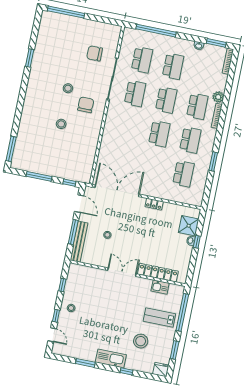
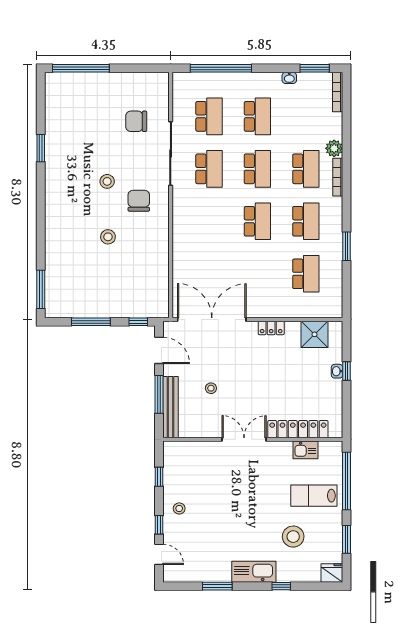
shower: (189, 226) -> (314, 334), moved

